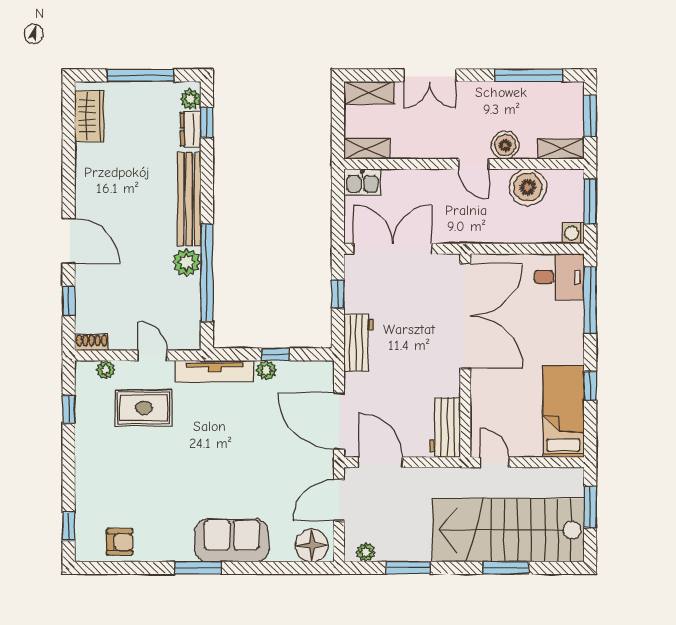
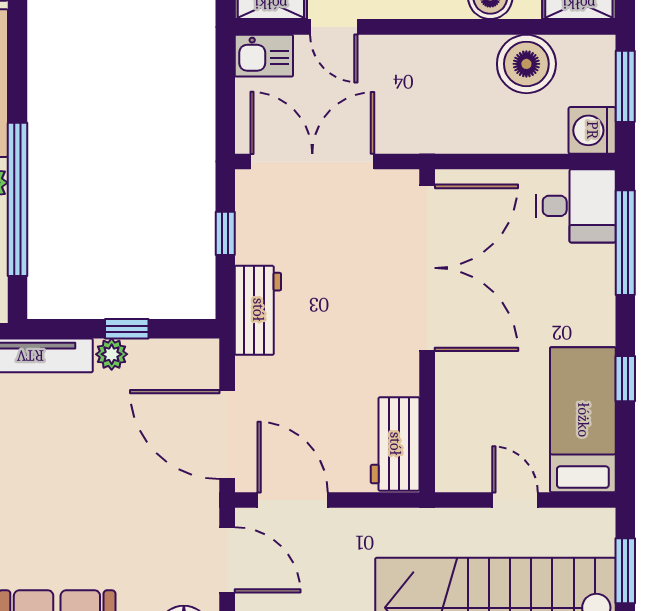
door: (474, 164) -> (334, 27), moved
washing machine: (573, 233) -> (592, 130), width x1.38, depth x1.38
door: (494, 462) -> (515, 500), moved
door: (339, 500) -> (227, 560), swing flipped

